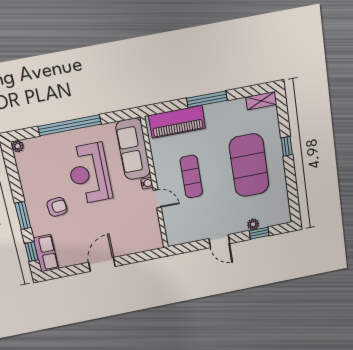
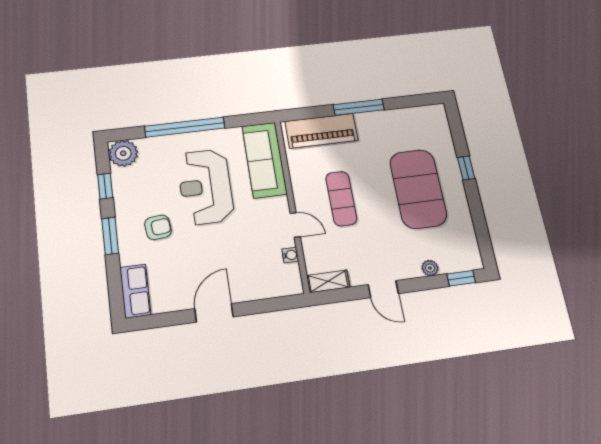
shelving: (261, 101) -> (328, 281), moved
plant: (18, 146) -> (123, 153), width x1.87, depth x1.87
water cooler: (147, 183) -> (290, 255), moved
window: (259, 233) -> (461, 278), moved
window: (32, 252) -> (105, 186), moved

